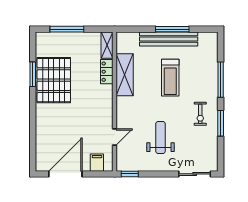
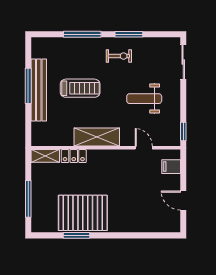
shelving: (125, 75) -> (97, 137), moved
door: (65, 174) -> (183, 201), width x0.53

